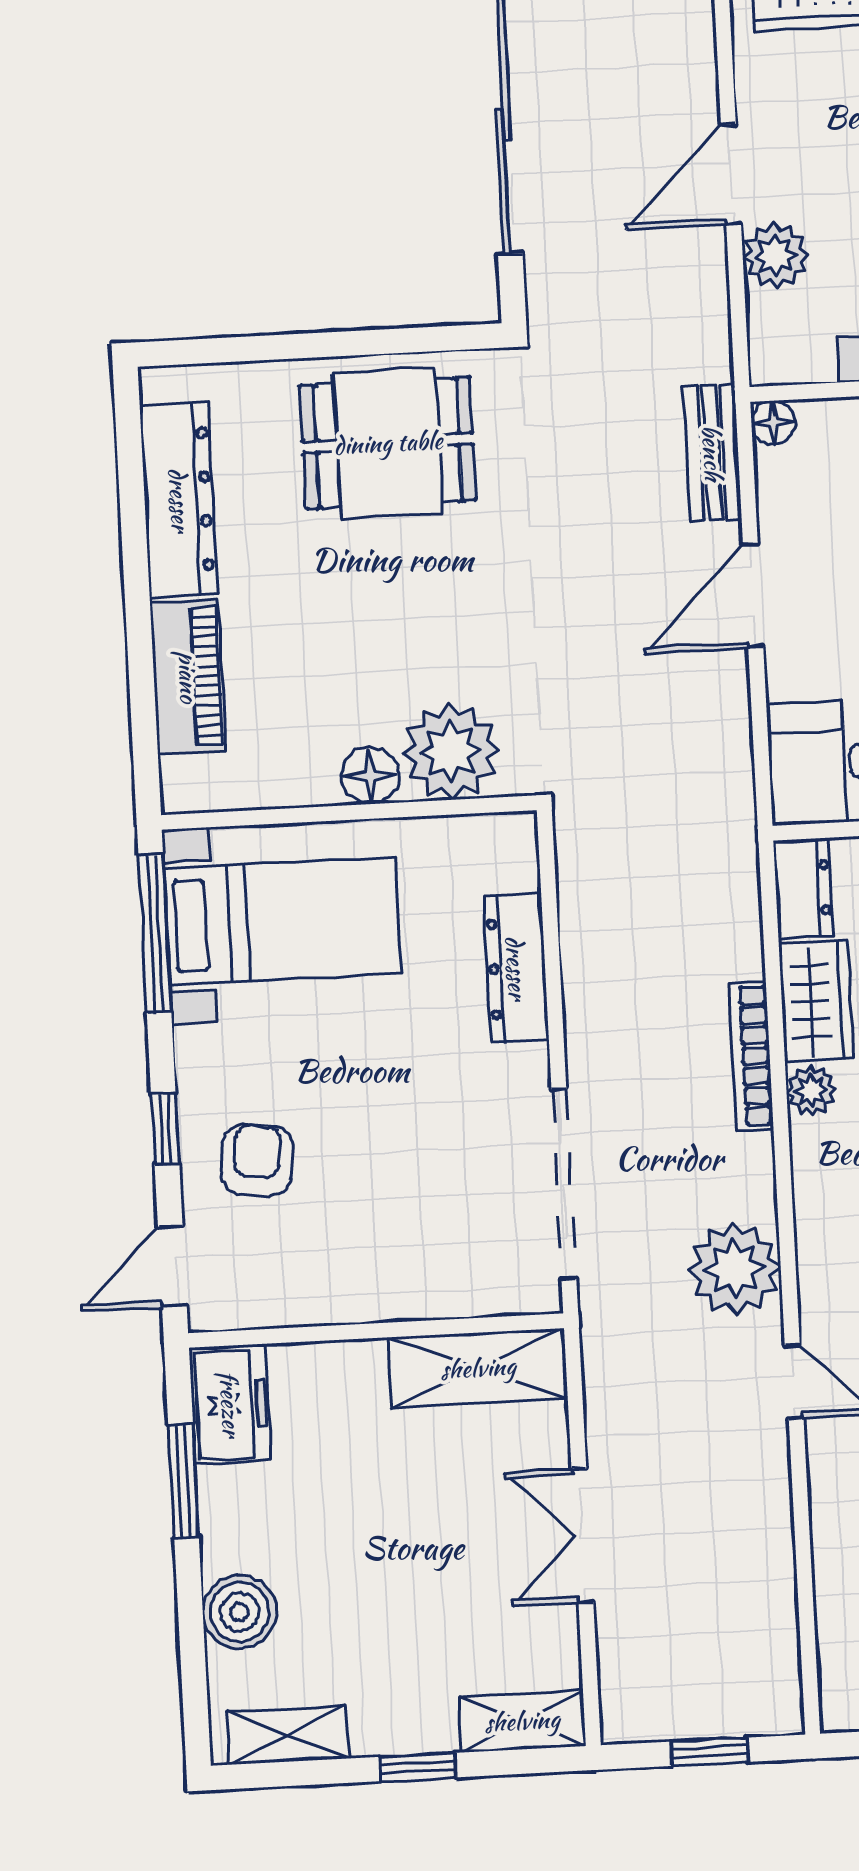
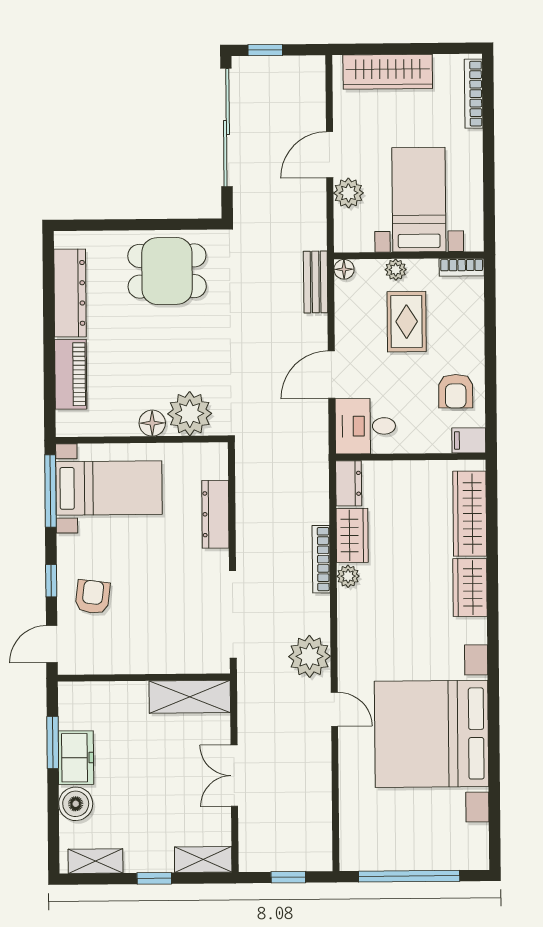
door: (753, 596) -> (332, 375), moved
freezer: (230, 1404) -> (76, 758), moved

